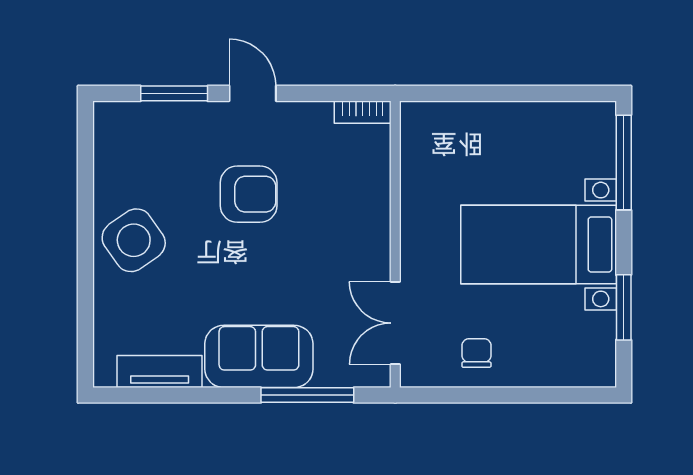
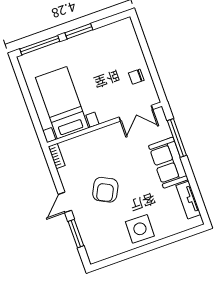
armchair: (249, 194) -> (105, 190), turned -153
side table: (134, 240) -> (140, 229), turned 36
bed with nightstands: (539, 244) -> (62, 103), moved, turned 180
window: (624, 307) -> (79, 31), moved

